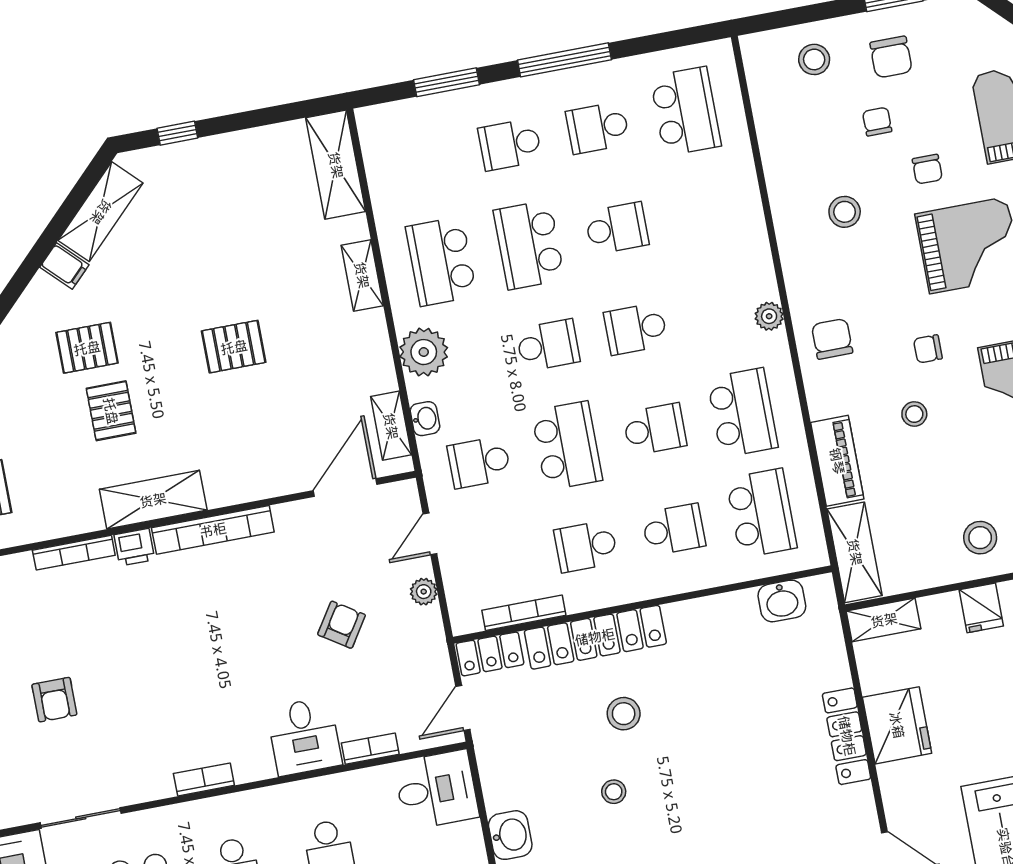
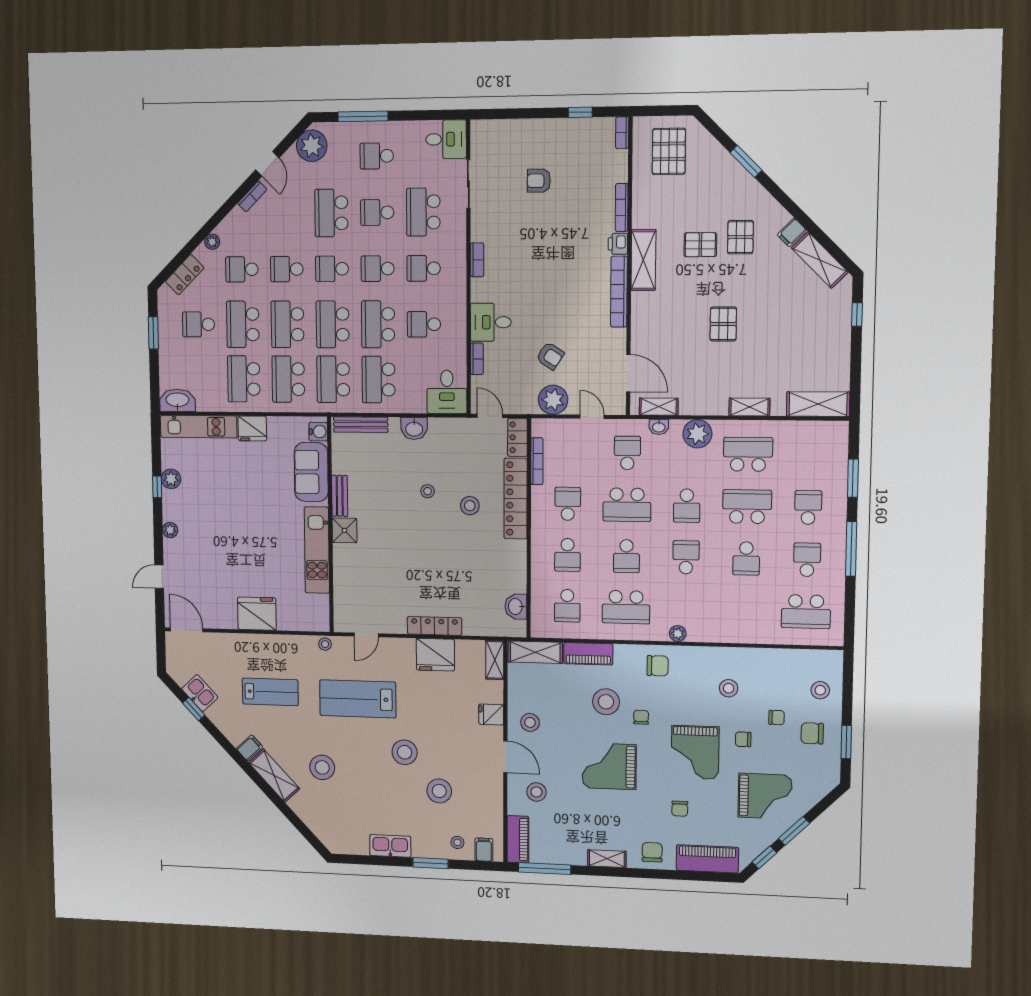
stool: (914, 414) -> (606, 702), width x1.89, depth x1.89
school desk: (761, 513) -> (567, 606), width x0.54
plant: (424, 592) -> (553, 400), width x1.88, depth x1.88

